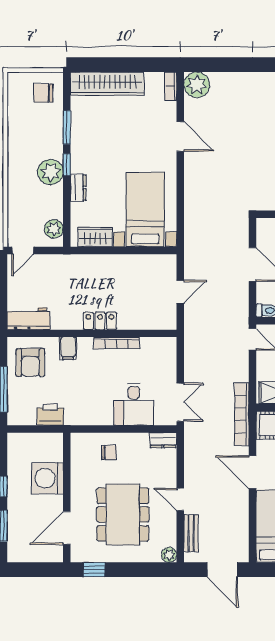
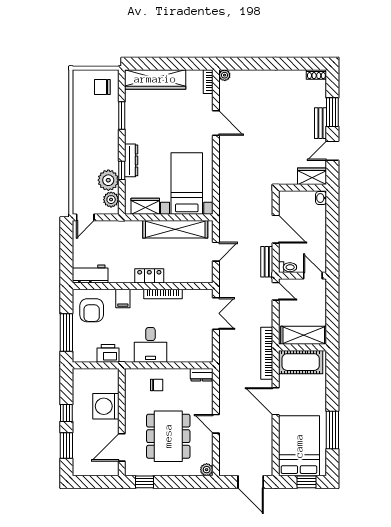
plant: (197, 85) -> (225, 75), width x0.53, depth x0.53
window: (67, 165) -> (122, 170), moved
plant: (51, 172) -> (108, 180), moved
dresser: (78, 188) -> (131, 160), width x1.44
shelving: (131, 265) -> (175, 229), added
double door: (180, 402) -> (216, 313), moved
desk: (134, 404) -> (150, 345), moved
bench: (191, 533) -> (267, 262), moved

